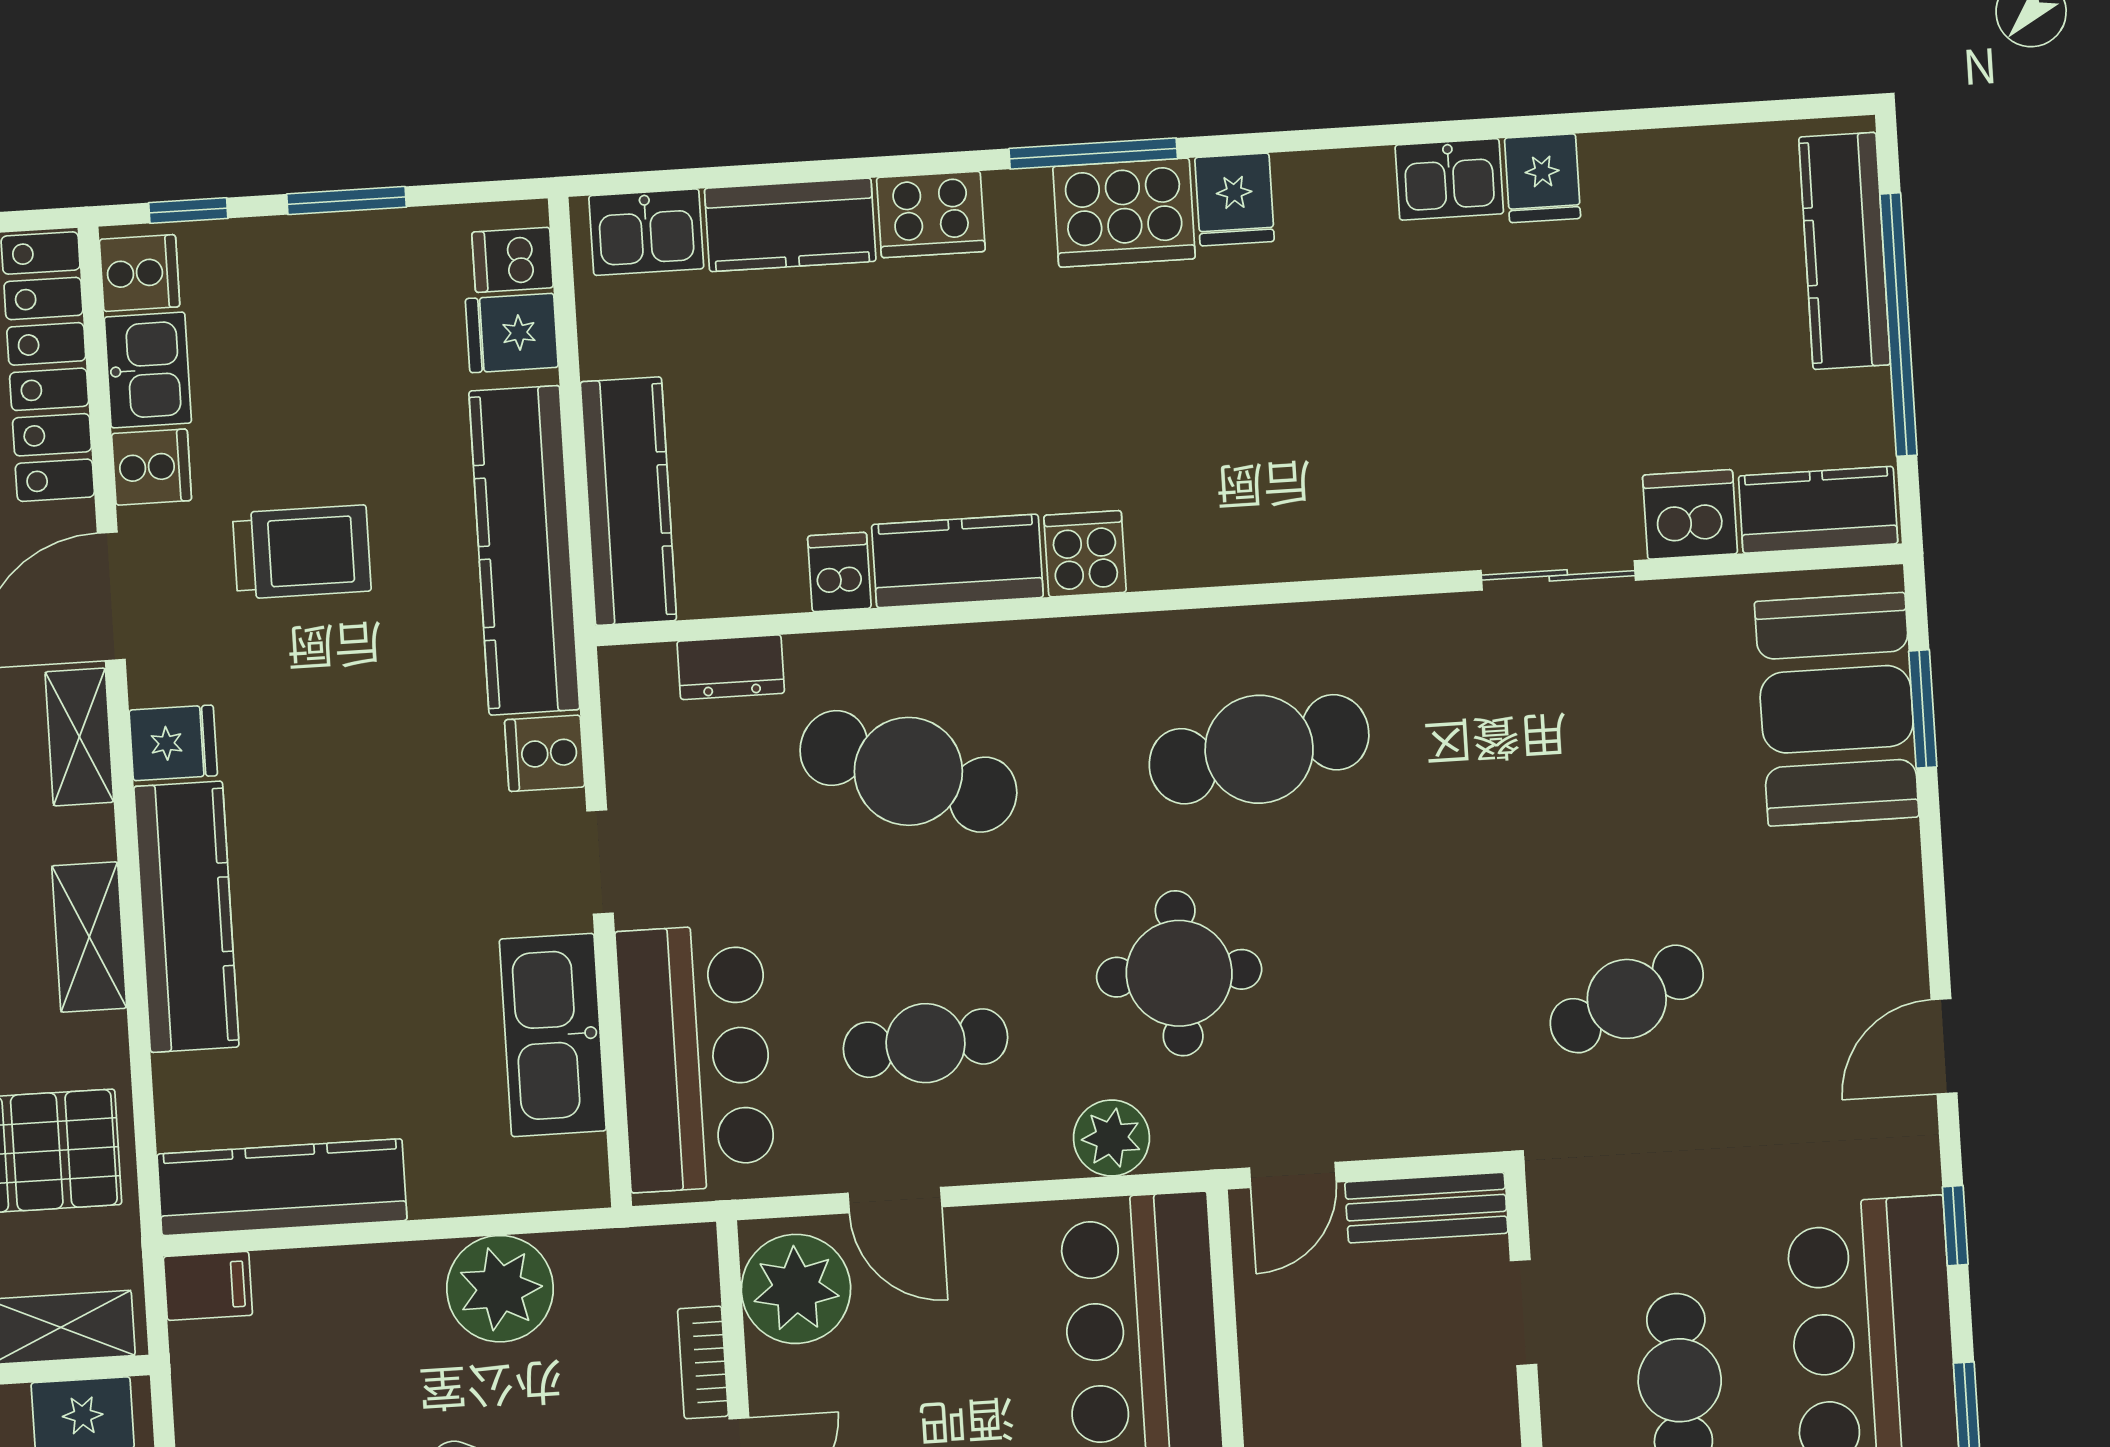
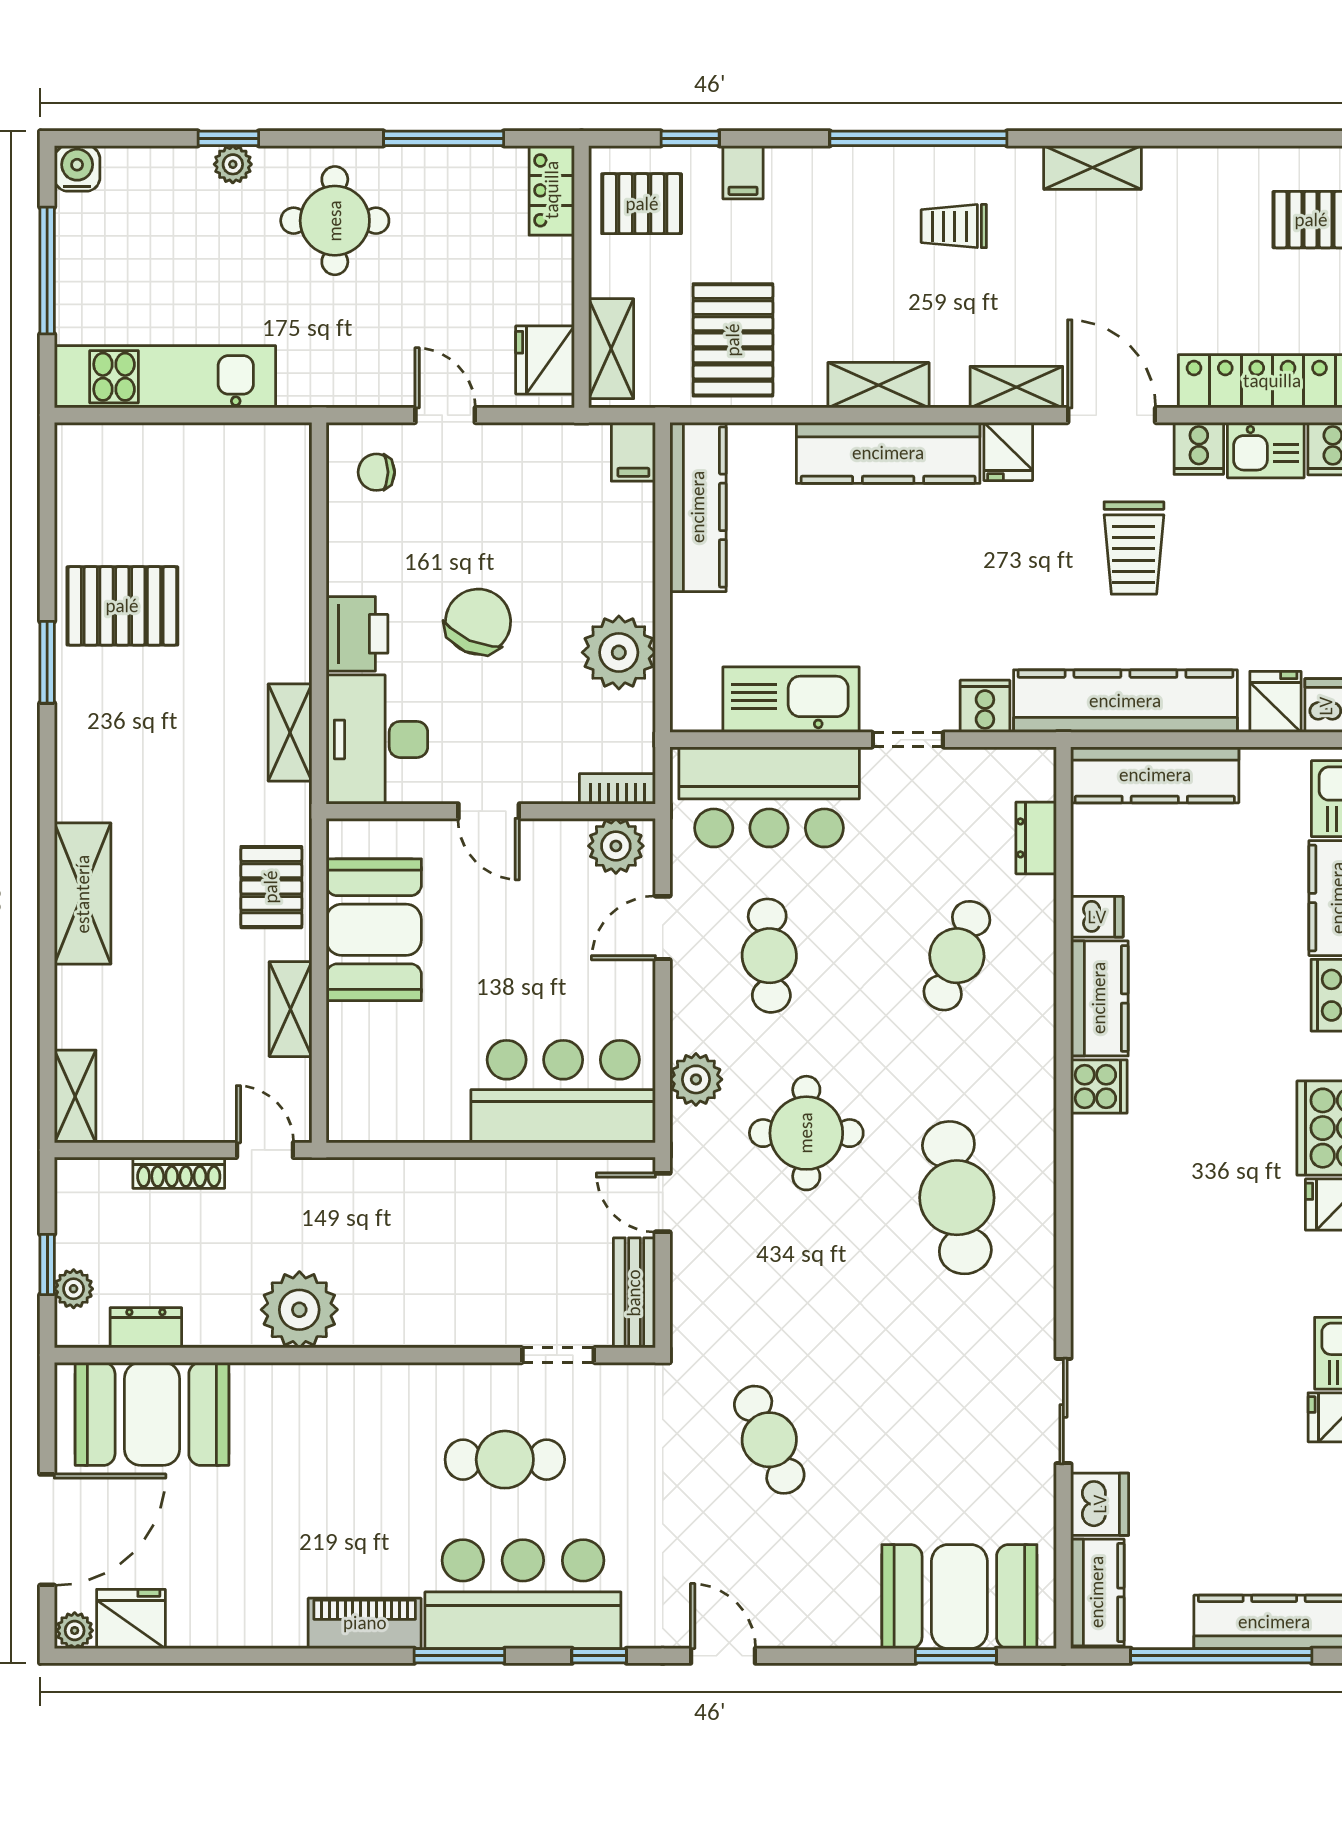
cafe table: (908, 771) -> (957, 956), width x0.73, depth x0.74
plant: (796, 1289) -> (616, 846), width x0.73, depth x0.73
bookcase: (703, 1362) -> (617, 789), moved

